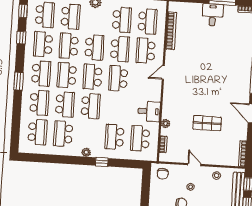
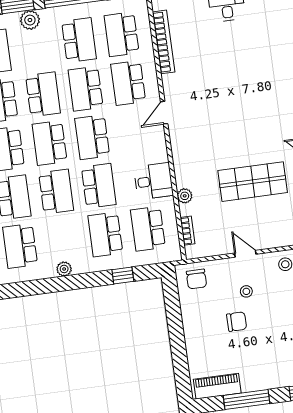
school desk: (147, 21) -> (122, 34), turned 180
school desk: (120, 49) -> (86, 89), turned 180
school desk: (116, 108) -> (99, 186), added
shop shelf: (207, 123) -> (253, 182), width x1.43, depth x1.36
window: (102, 162) -> (123, 276), moved

